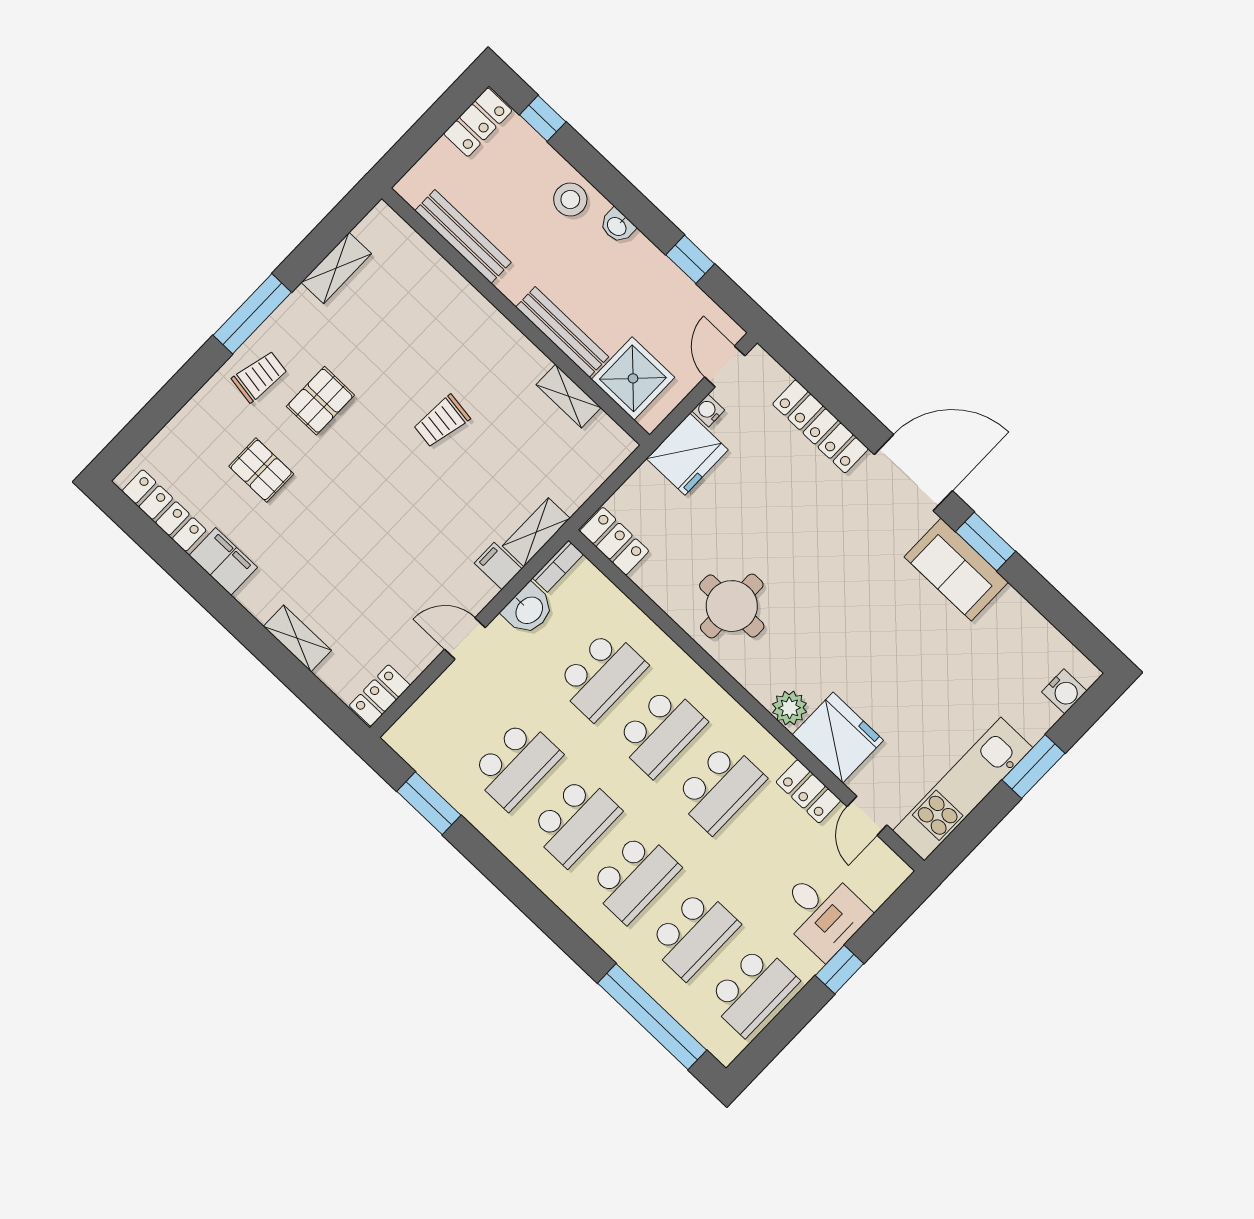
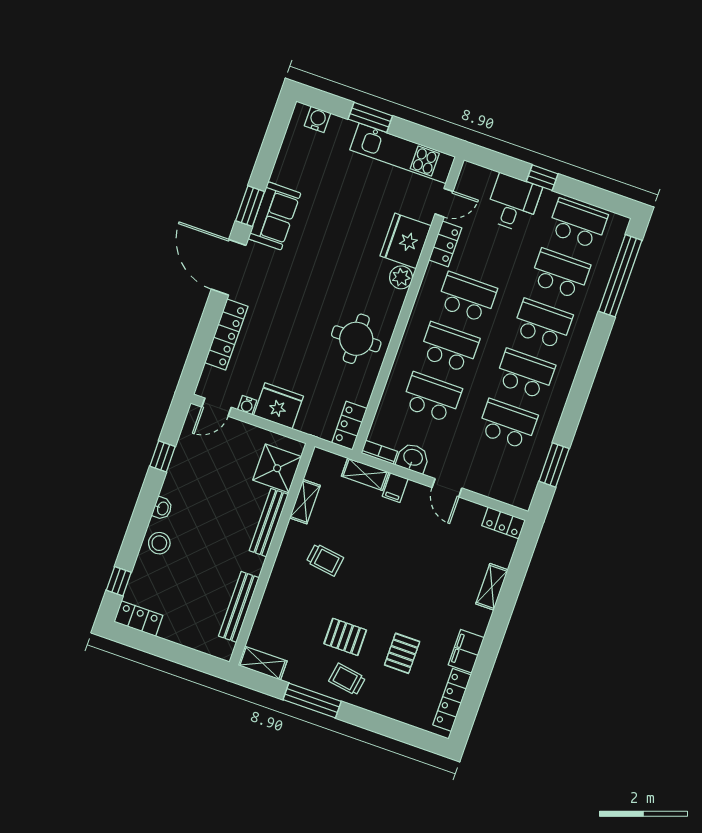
bench: (463, 236) -> (239, 607), moved
wall: (516, 317) -> (272, 554), moved
bench: (562, 332) -> (269, 523), moved
shower: (633, 378) -> (277, 468), moved
shelving: (569, 396) -> (305, 502), moved

